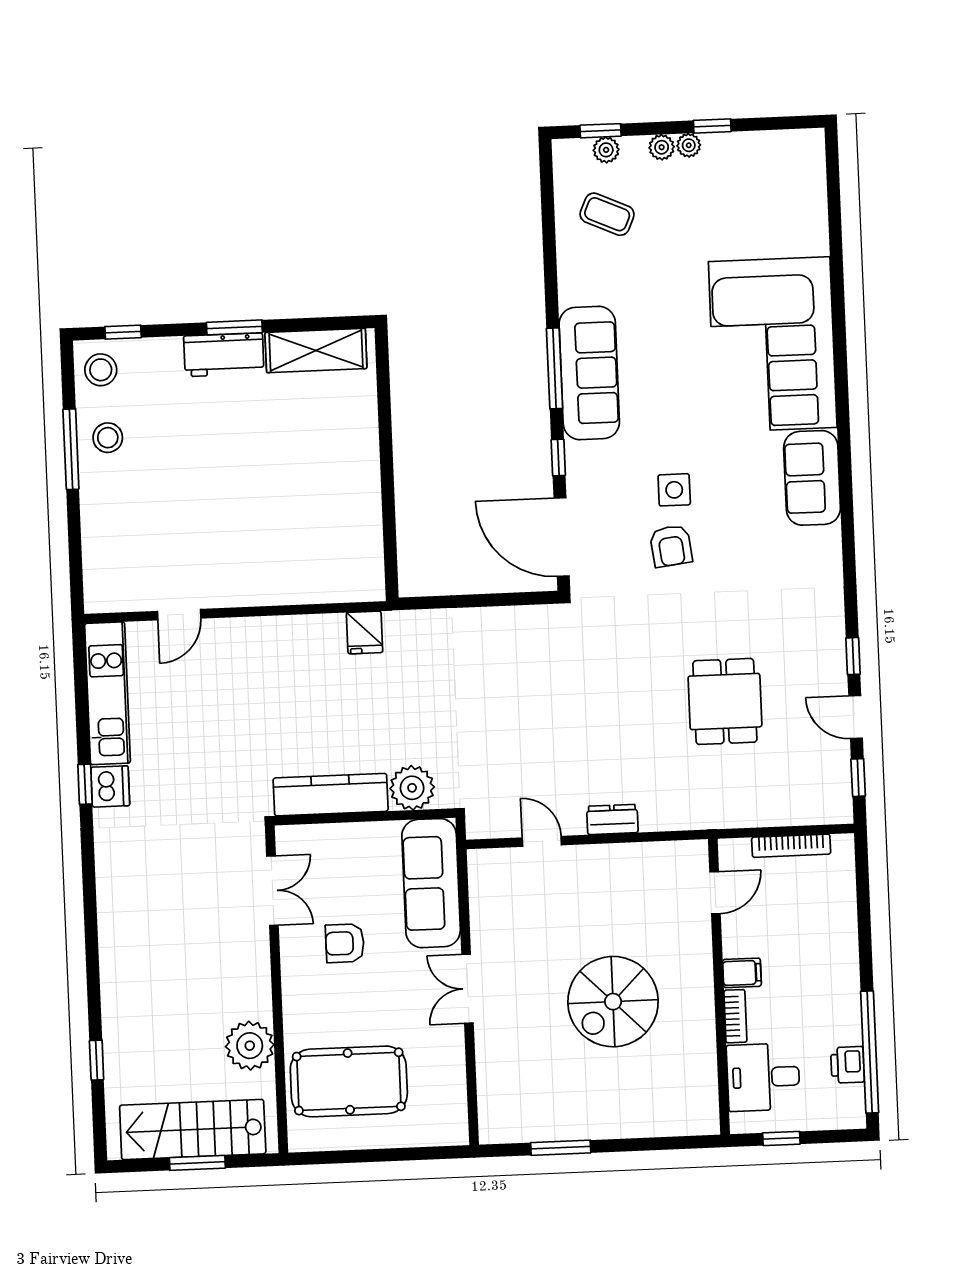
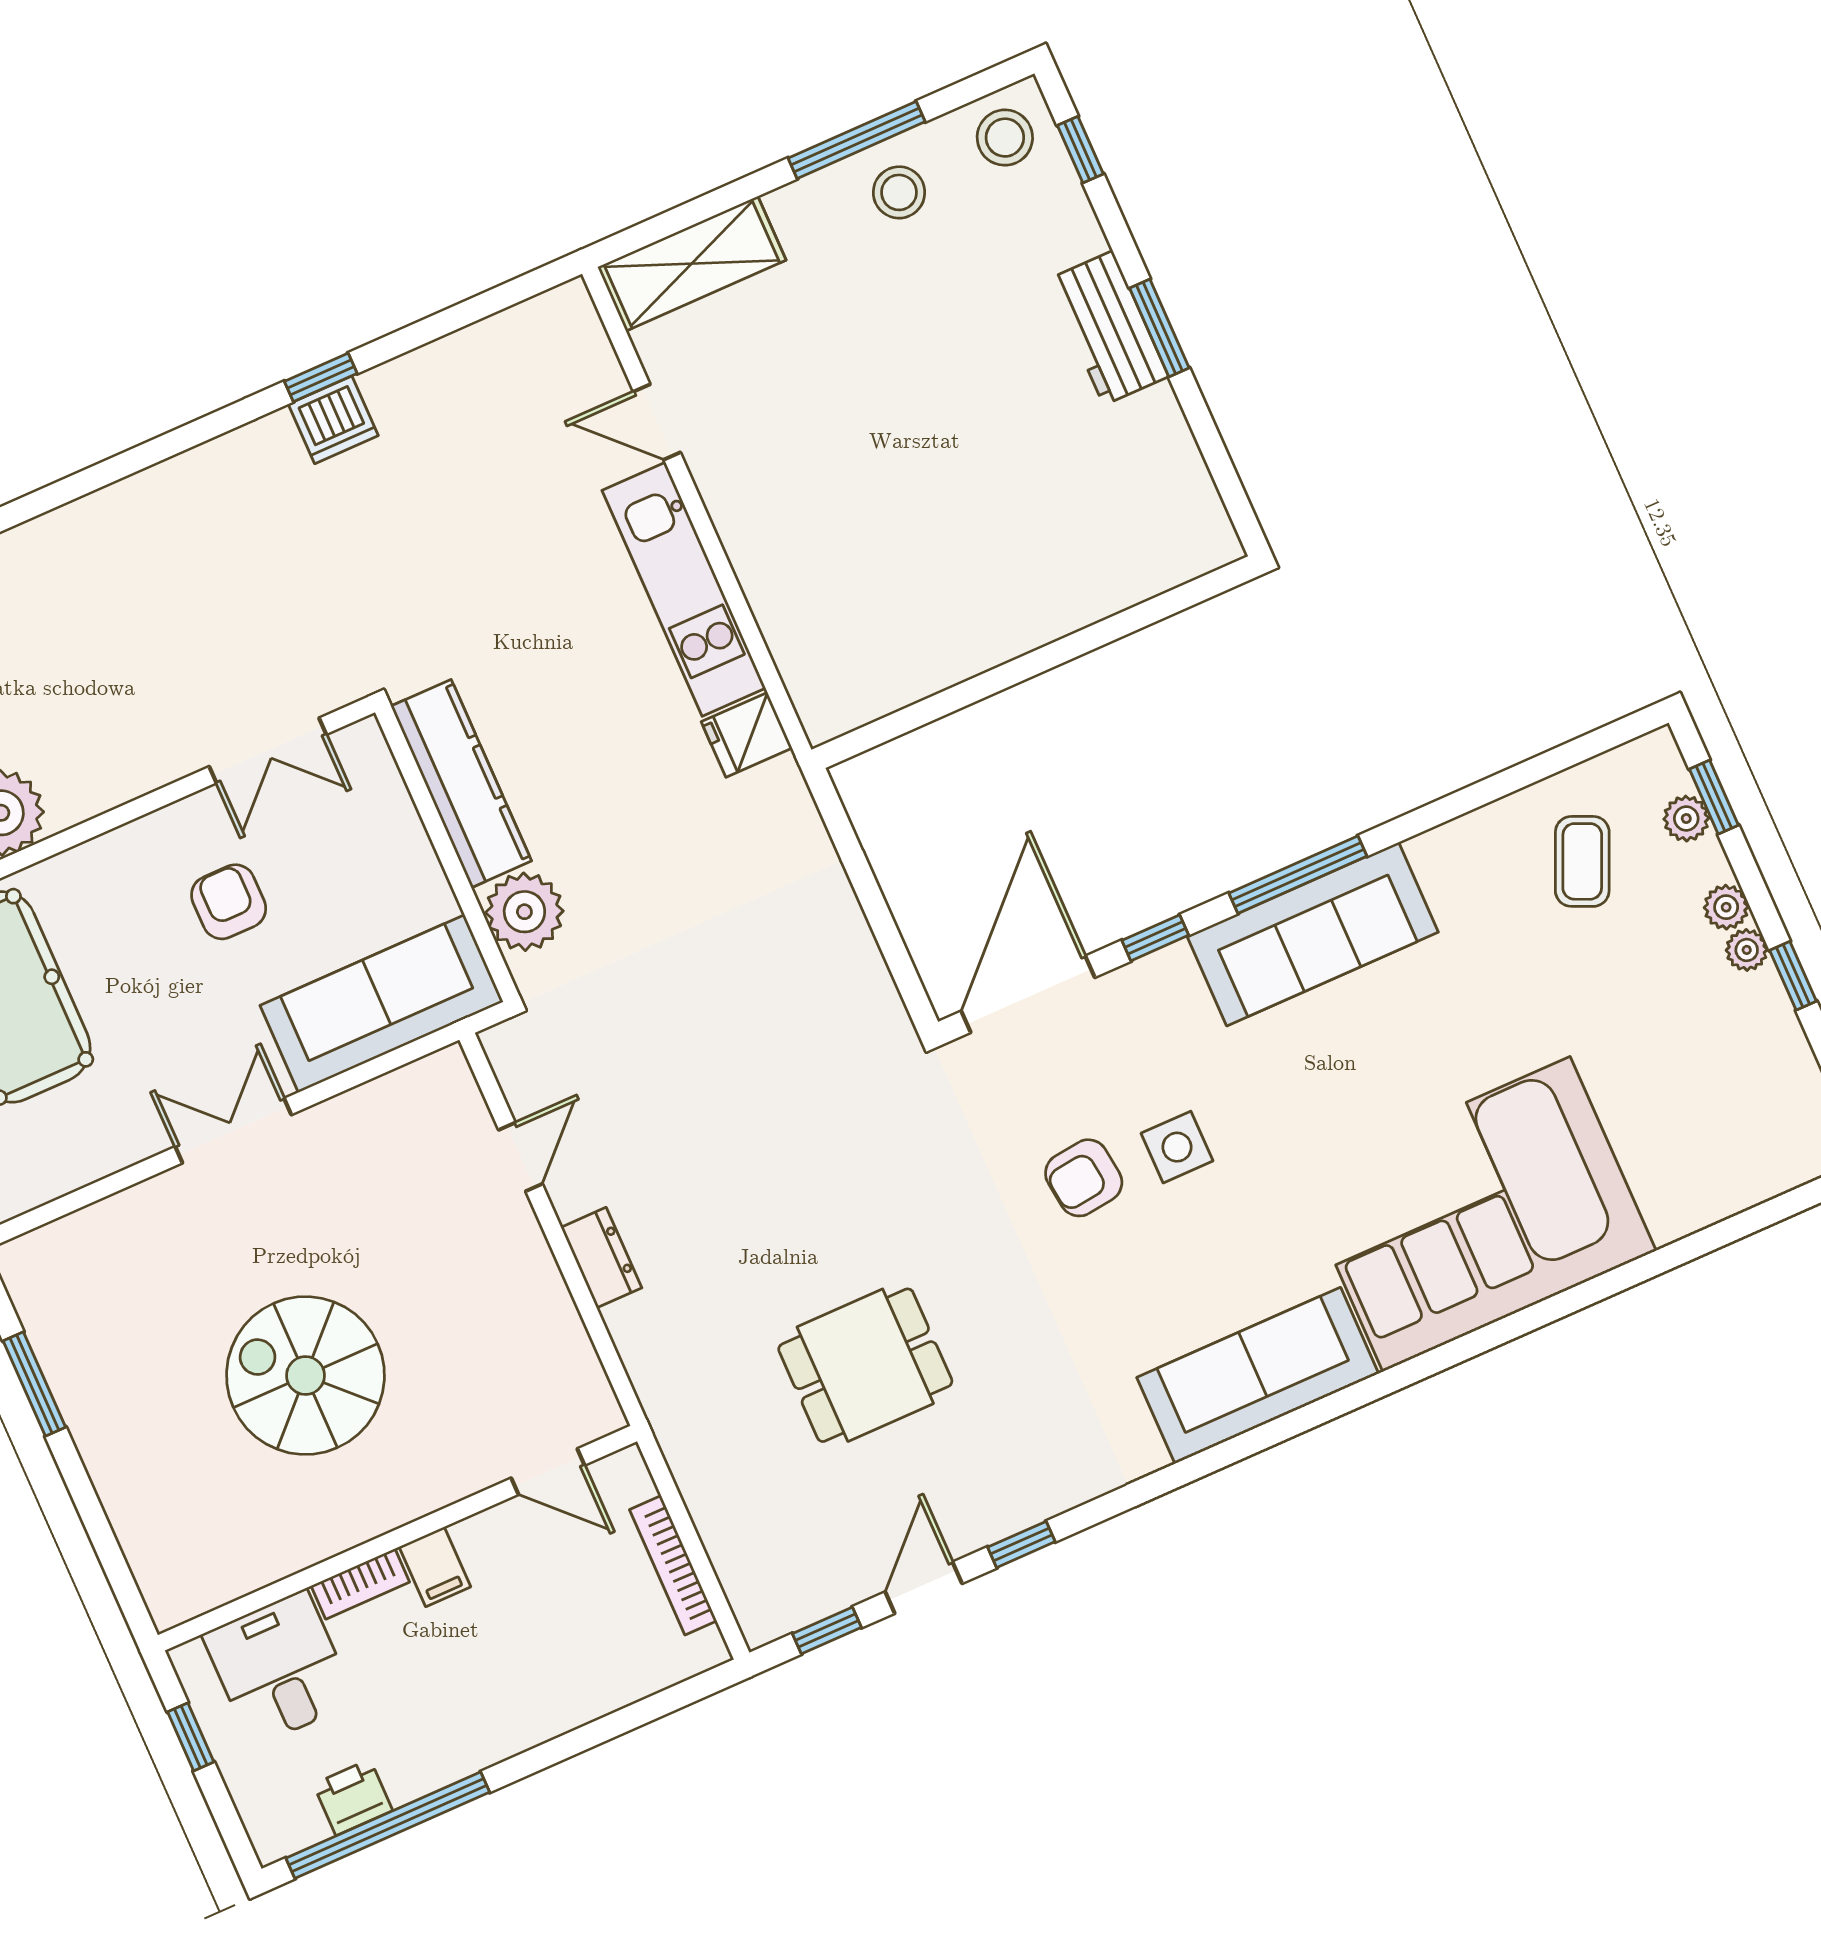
shelving: (316, 351) -> (692, 264), moved, turned 90
sofa: (812, 478) -> (1258, 1376), width x1.36
kitchen unit: (107, 693) -> (684, 589), moved, turned 90

